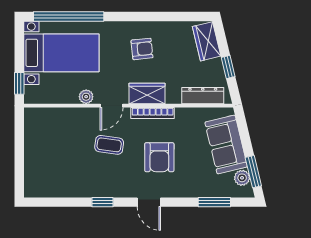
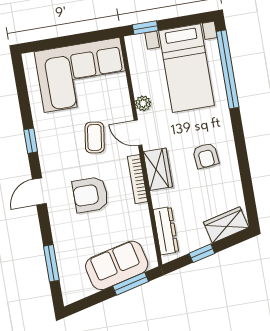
corner sofa: (52, 147) -> (82, 75), added
window: (253, 172) -> (131, 284), moved
plant: (242, 178) -> (83, 289), removed

